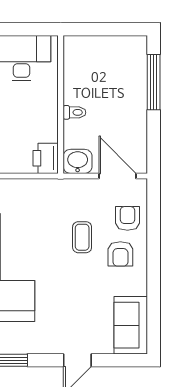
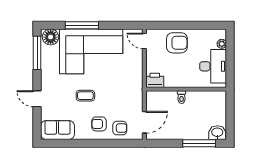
washbasin: (78, 161) -> (217, 133), moved, turned -90
coffee table: (82, 237) -> (85, 96), moved

